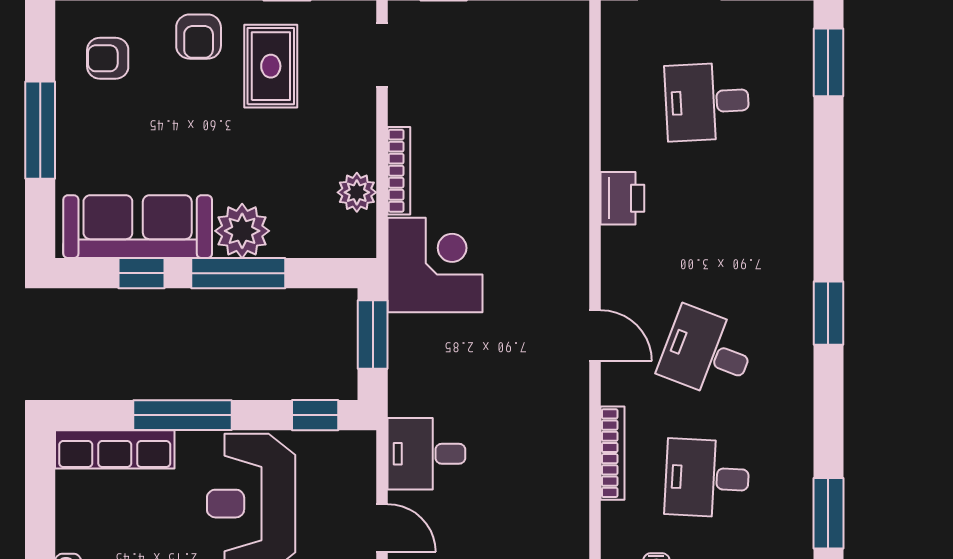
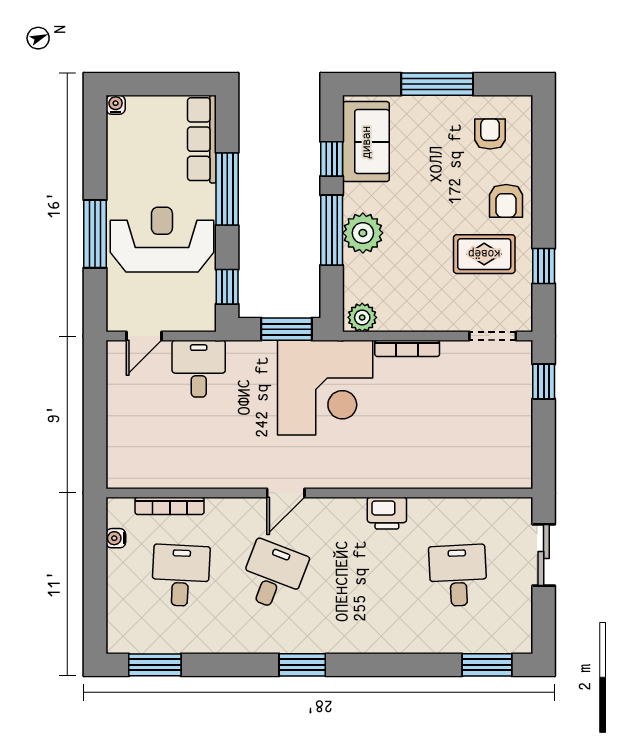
armchair: (199, 37) -> (506, 201), turned -90
plant: (357, 192) -> (362, 317), moved
sofa: (138, 227) -> (366, 142), width x0.73
corner desk: (435, 265) -> (325, 388), width x1.36, depth x1.36
bookcase: (613, 453) -> (170, 506), moved

